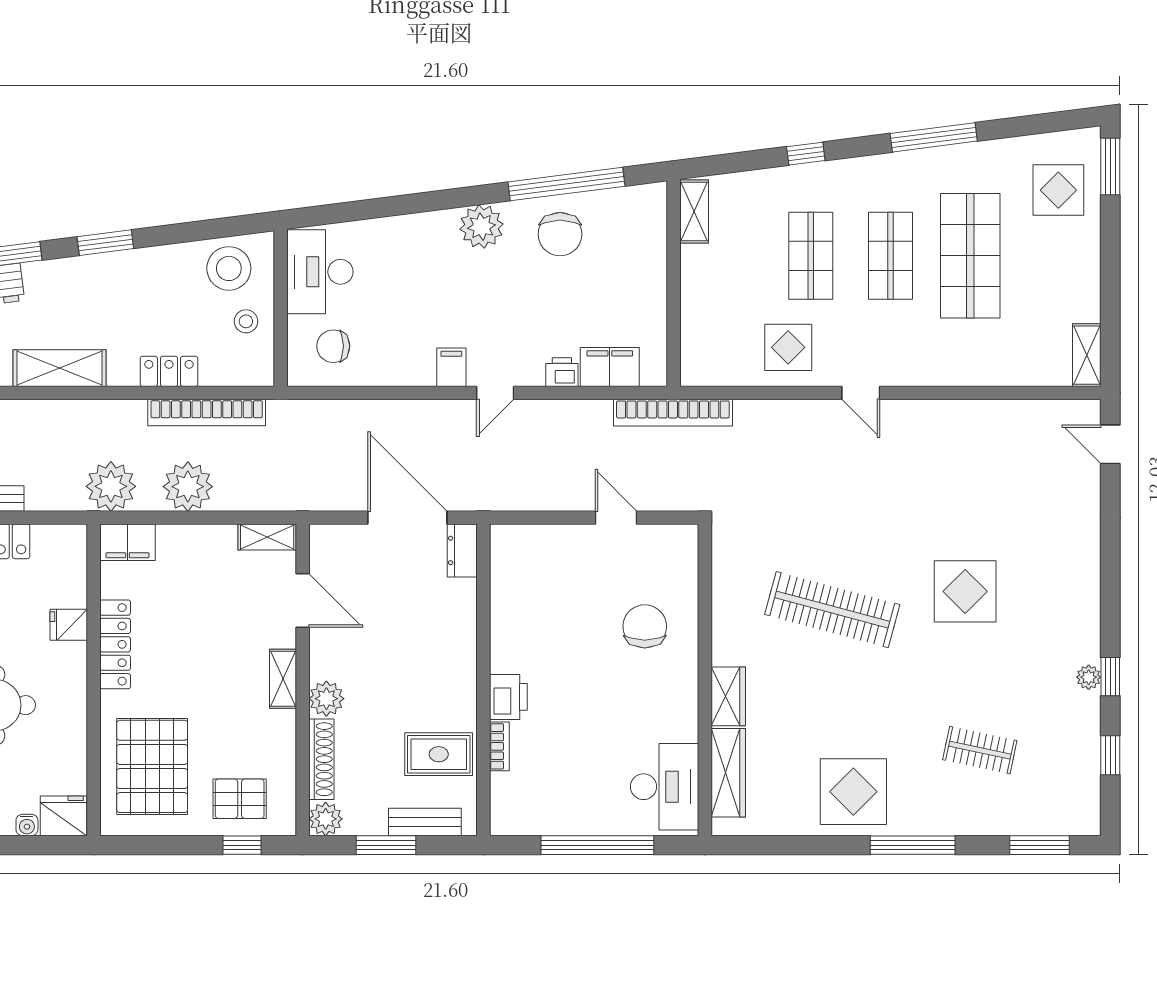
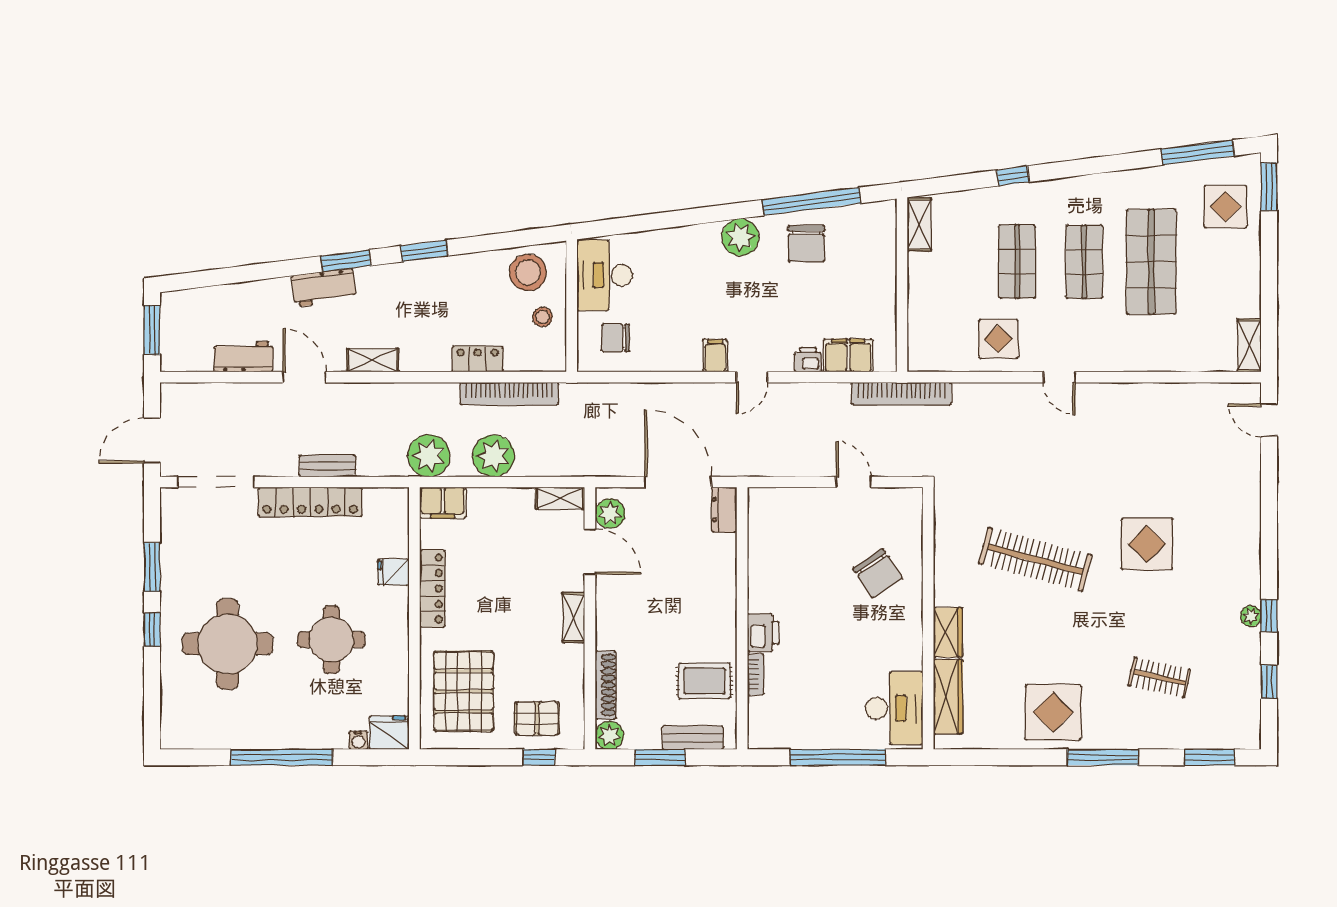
window: (934, 137) -> (1198, 152), moved
shelving: (60, 368) -> (373, 360), width x0.67, depth x0.75
chair: (645, 626) -> (878, 573), turned 146
plant: (326, 699) -> (610, 514), moved

